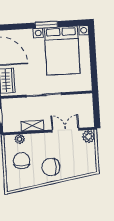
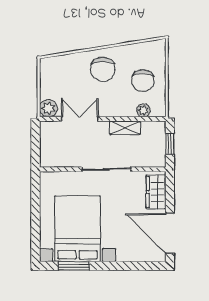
window: (46, 25) -> (74, 266), moved
double door: (65, 130) -> (80, 119), swing flipped
chair: (51, 167) -> (103, 69), turned 90

